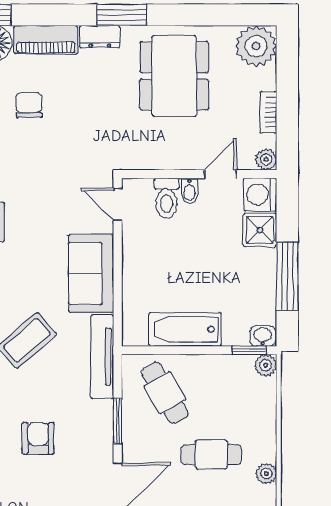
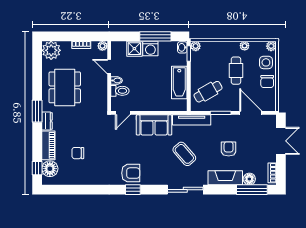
dining table: (174, 76) -> (65, 87), turned 90
washing machine: (260, 195) -> (150, 48), moved
armchair: (38, 438) -> (229, 149), turned 90

